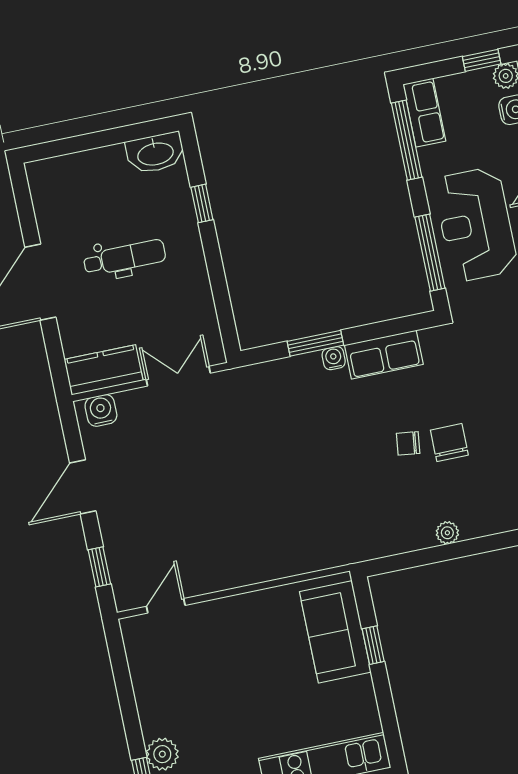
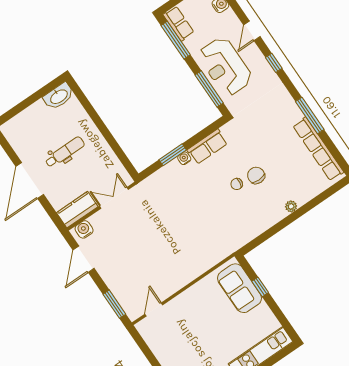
window: (202, 203) -> (91, 111), removed
door: (83, 487) -> (84, 259), moved
plant: (447, 533) -> (291, 206), moved
window: (99, 567) -> (114, 304), width x1.50

